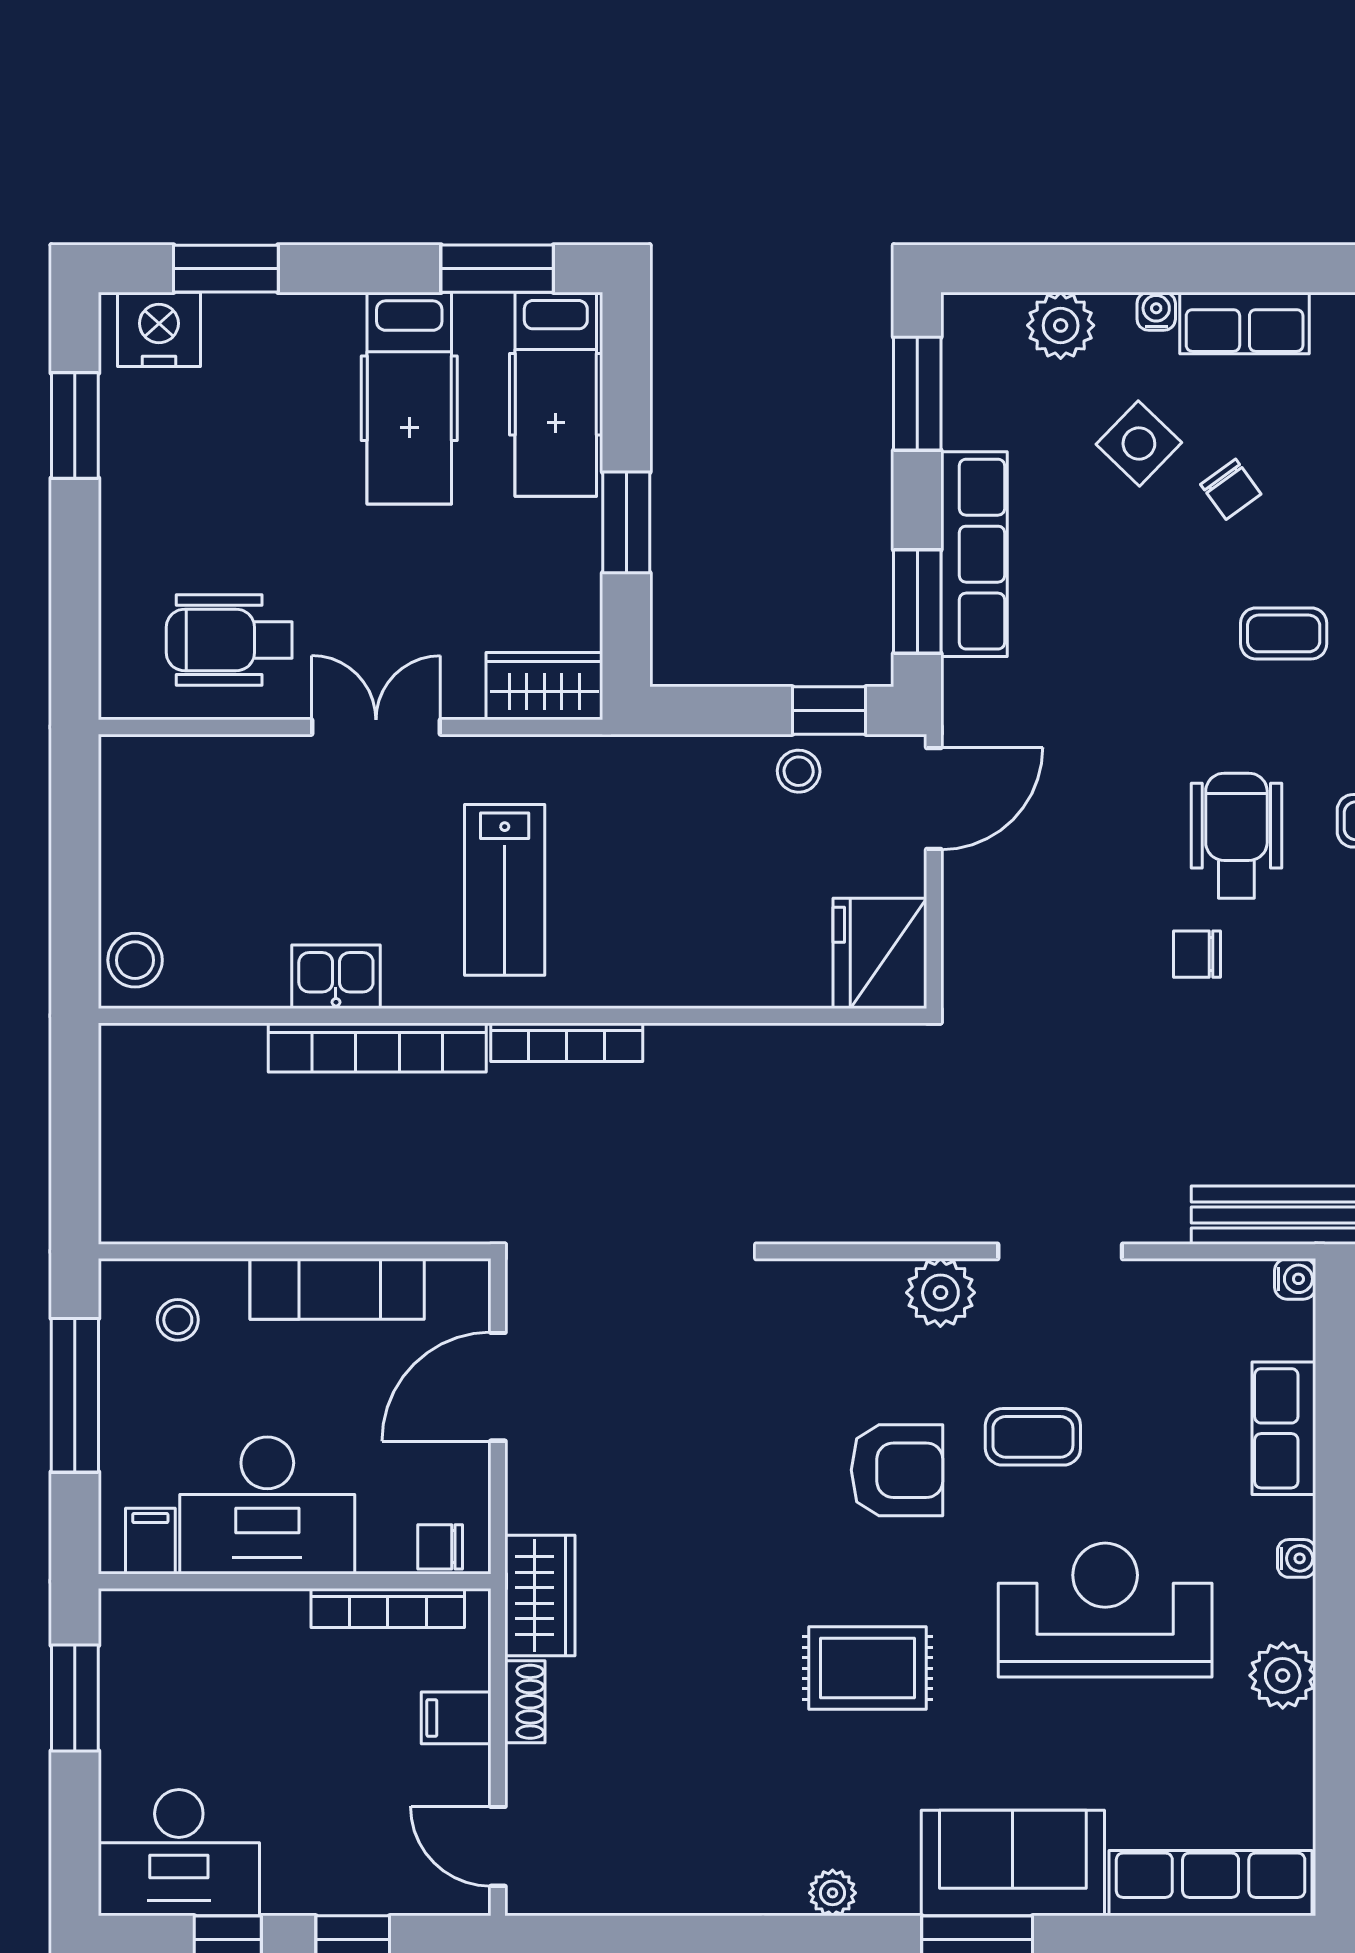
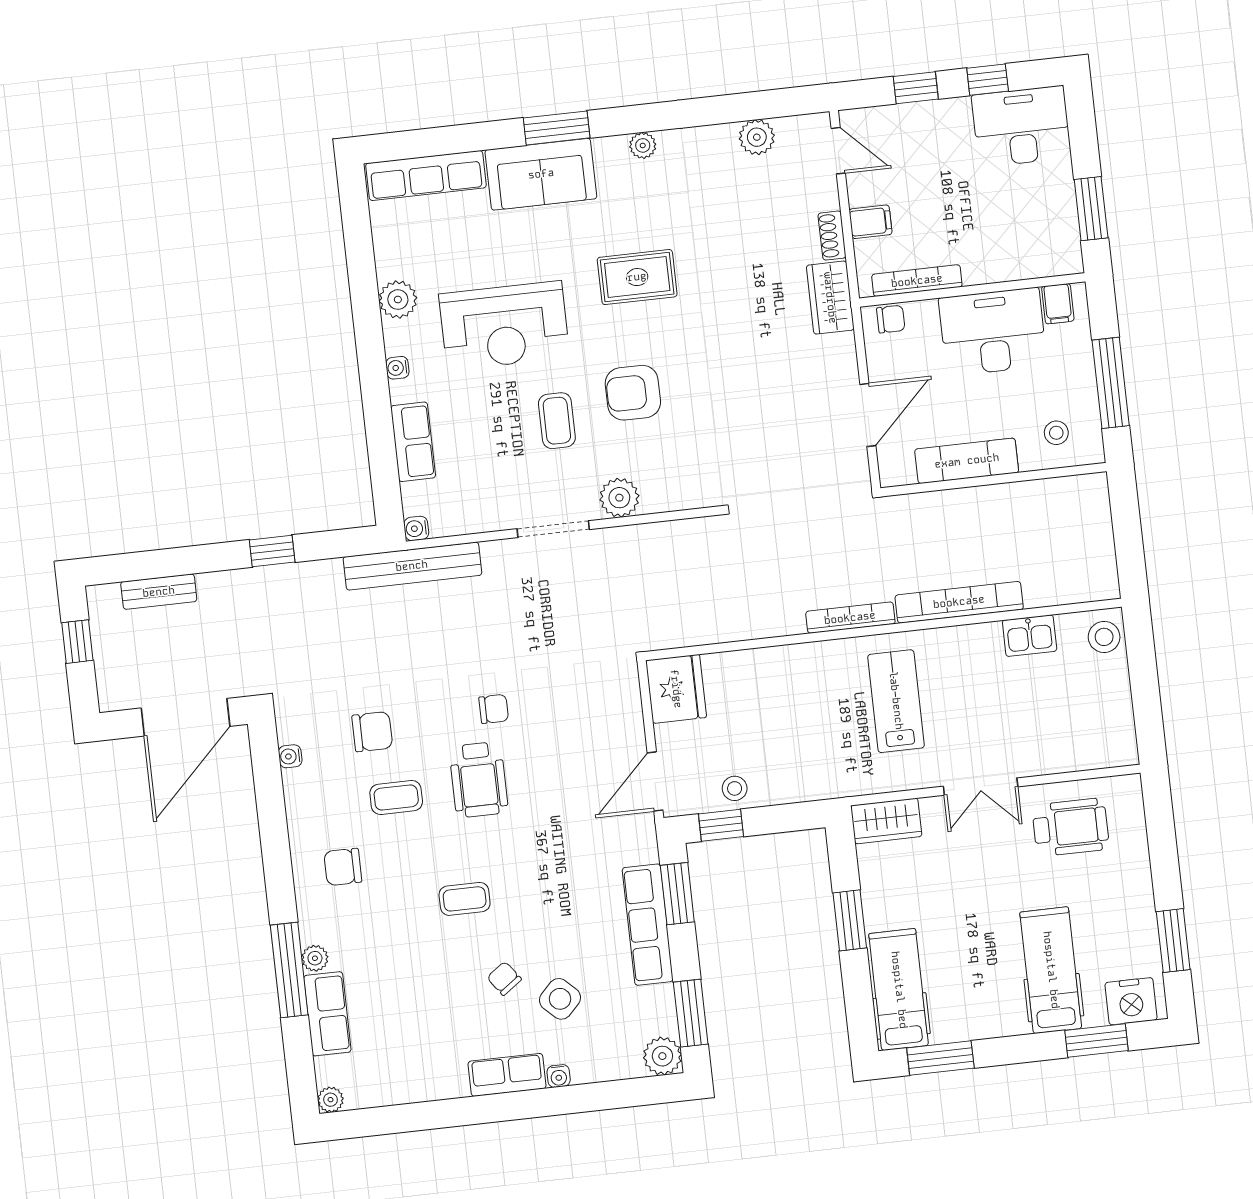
plant: (1061, 325) -> (662, 1056), moved
hospital bed: (409, 398) -> (1051, 970), moved
kitchen sink: (336, 977) -> (1030, 636), moved
coffee table: (1033, 1437) -> (557, 421), turned 90
plant: (635, 1885) -> (757, 137), added

